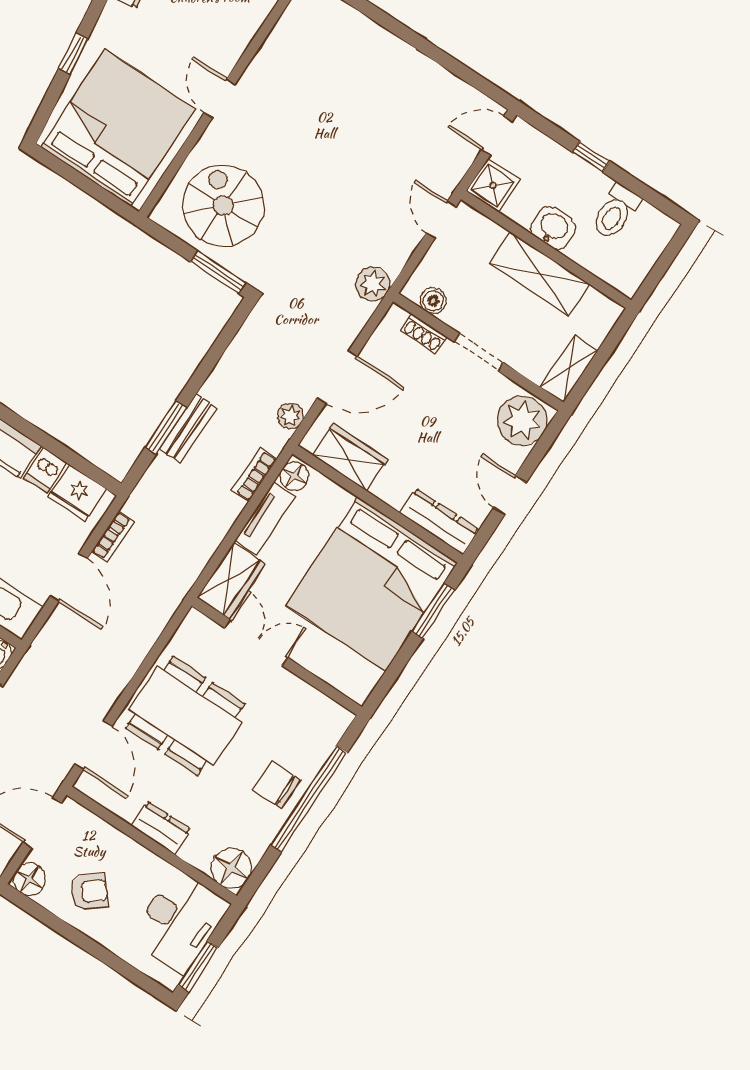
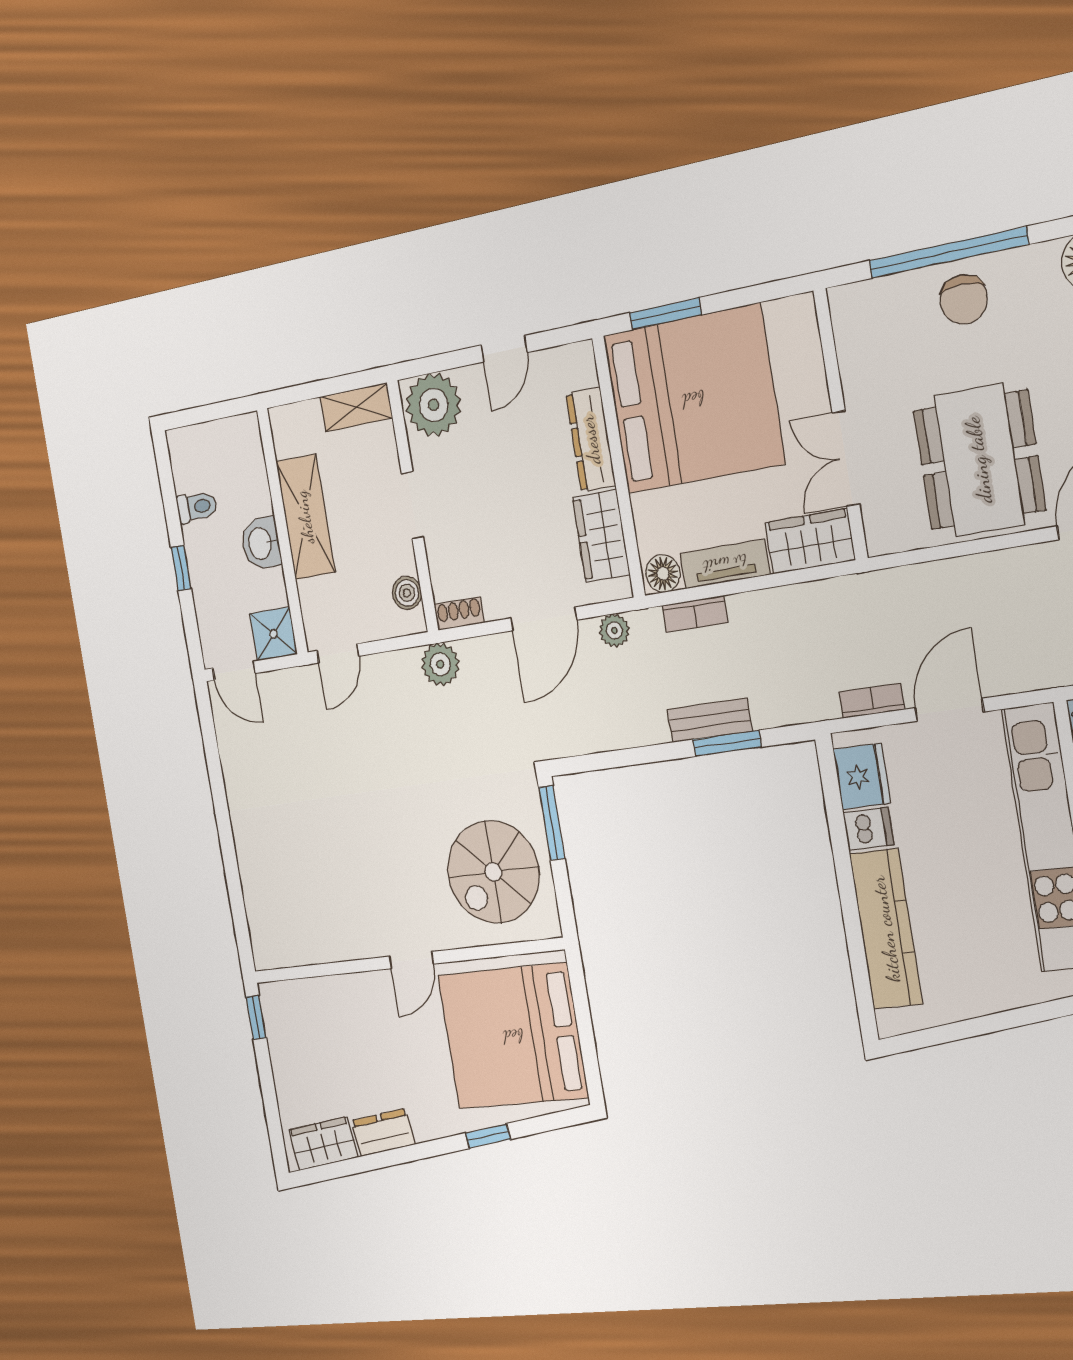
toilet: (615, 212) -> (197, 507), width x0.73, depth x0.72
shoe rack: (424, 334) -> (459, 614), moved, turned -90
door: (337, 377) -> (544, 619), swing flipped
dresser: (439, 522) -> (591, 440), moved

